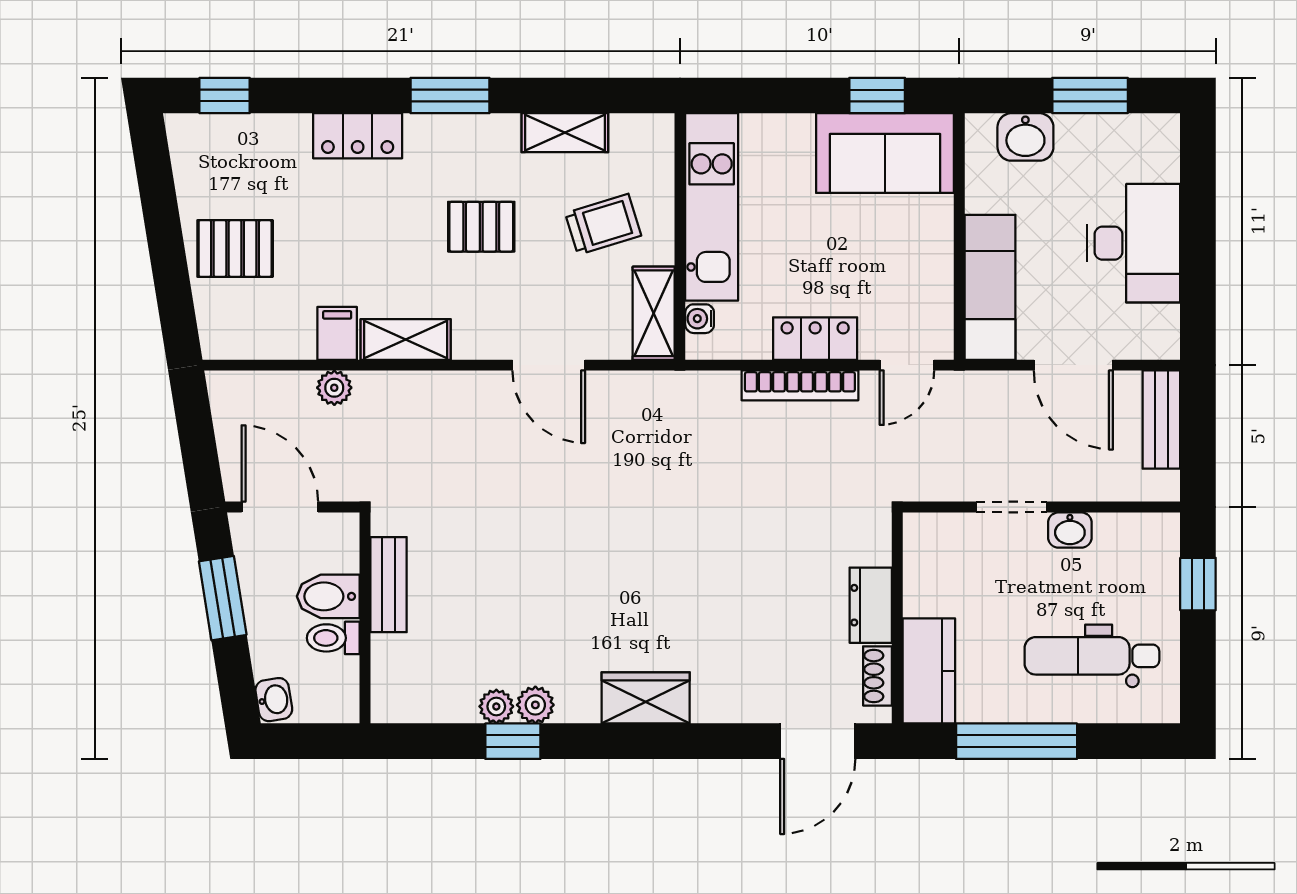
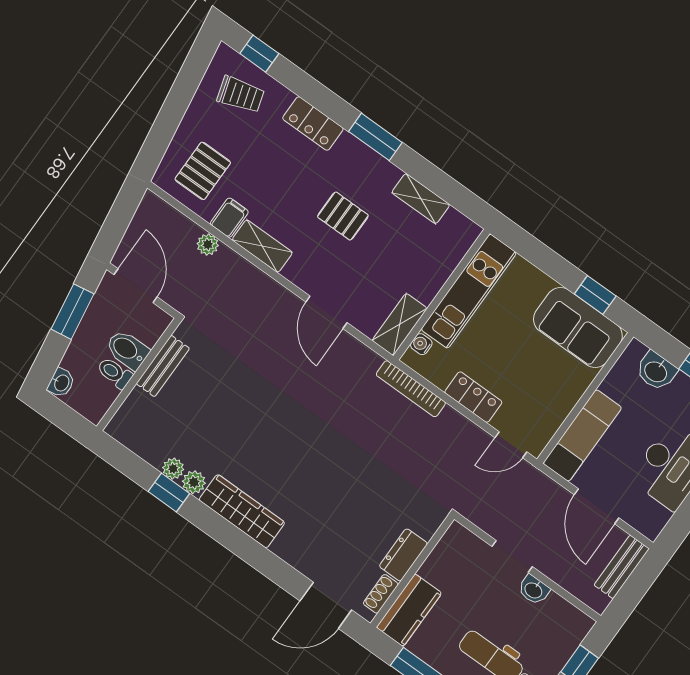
trolley: (603, 224) -> (241, 95), moved
pallet: (235, 248) -> (203, 171), moved, turned 90
bookcase: (800, 385) -> (411, 389), moved
wardrobe: (646, 698) -> (242, 511), width x1.50

